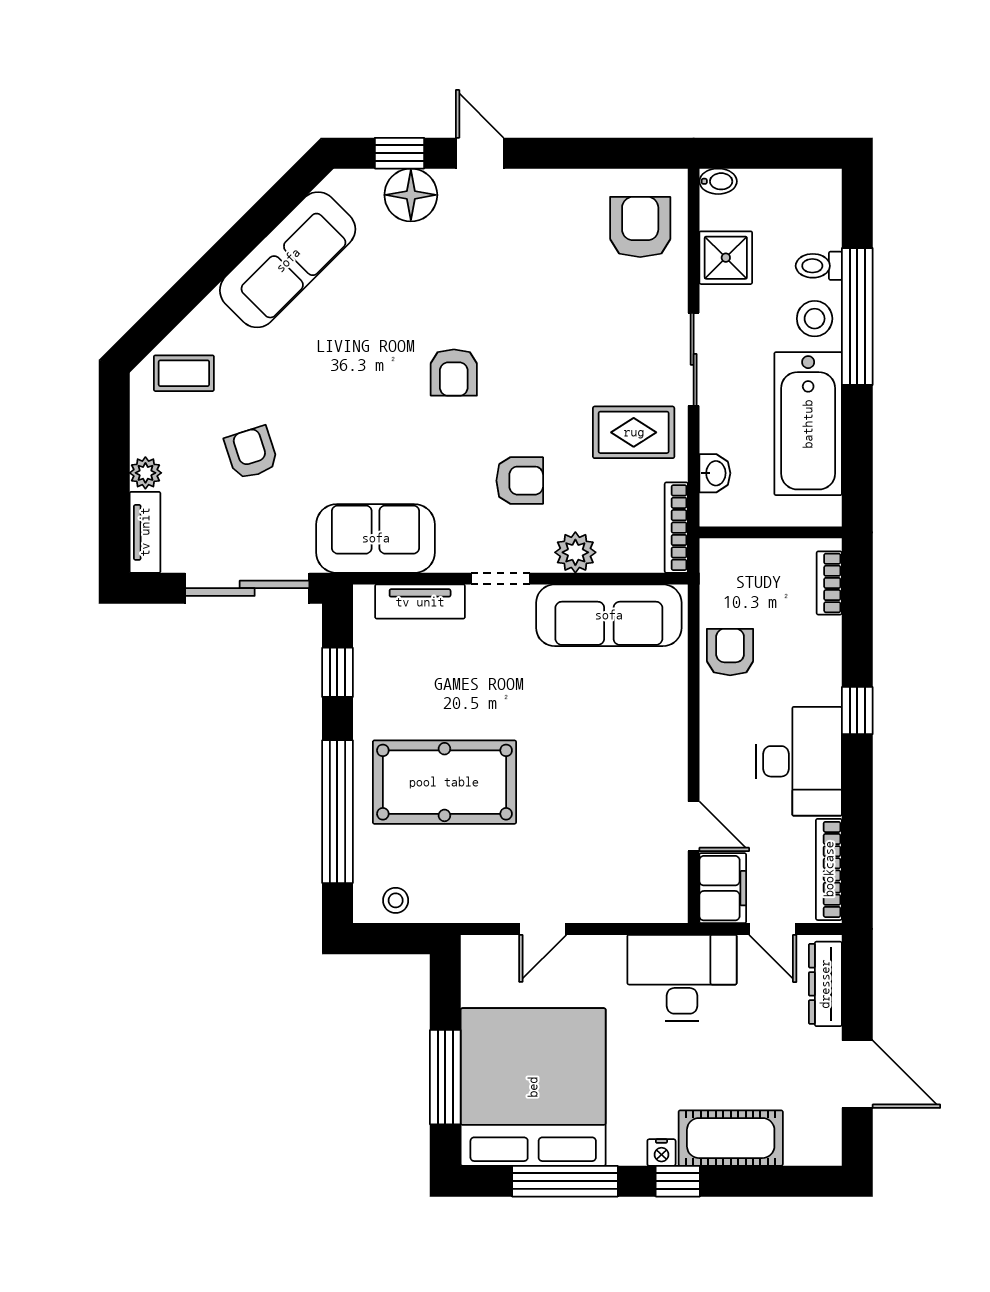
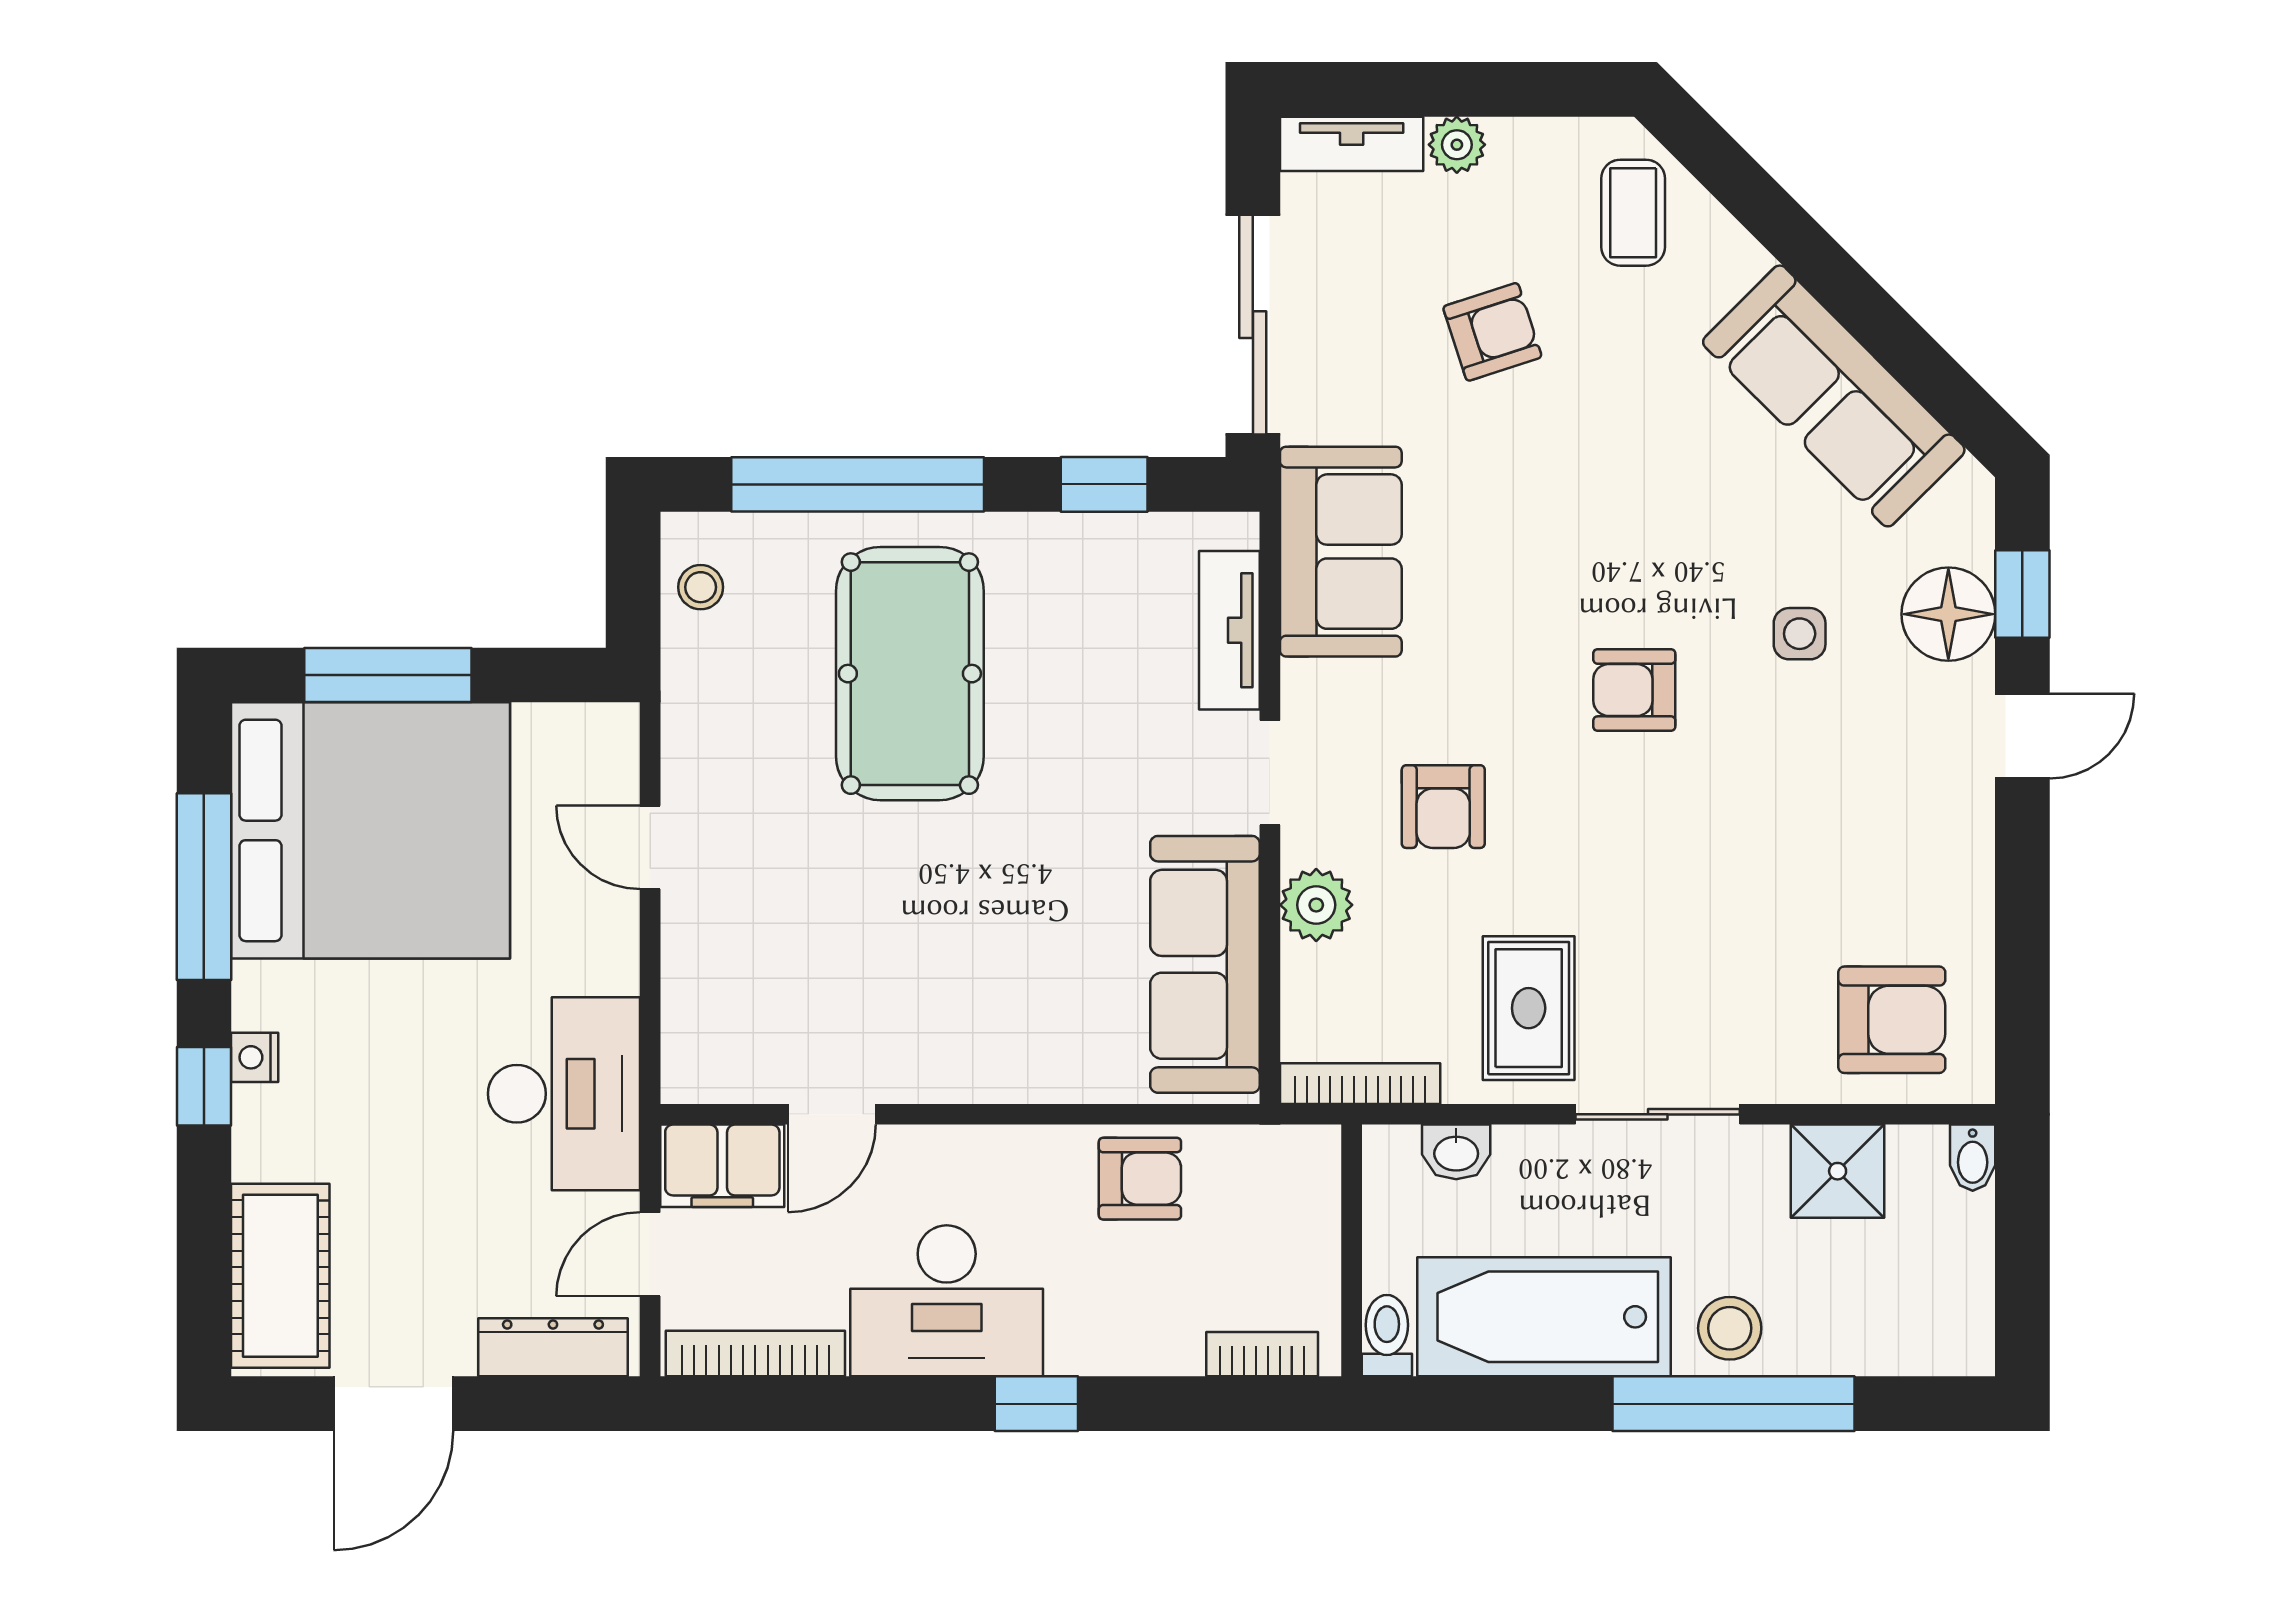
toilet: (819, 266) -> (1387, 1336), moved
side table: (422, 279) -> (1800, 634), added
cot: (731, 1138) -> (280, 1276), moved

